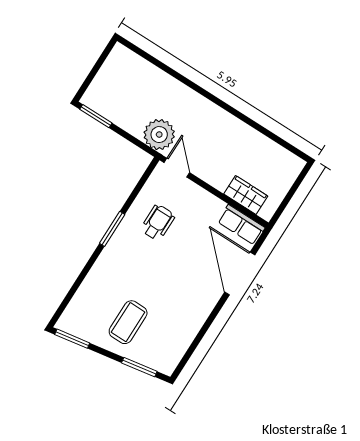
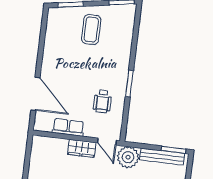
bench: (115, 114) -> (162, 157), added
wardrobe: (246, 195) -> (82, 148), moved
row of seats: (241, 225) -> (68, 127), moved

